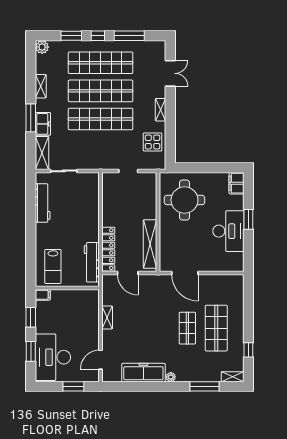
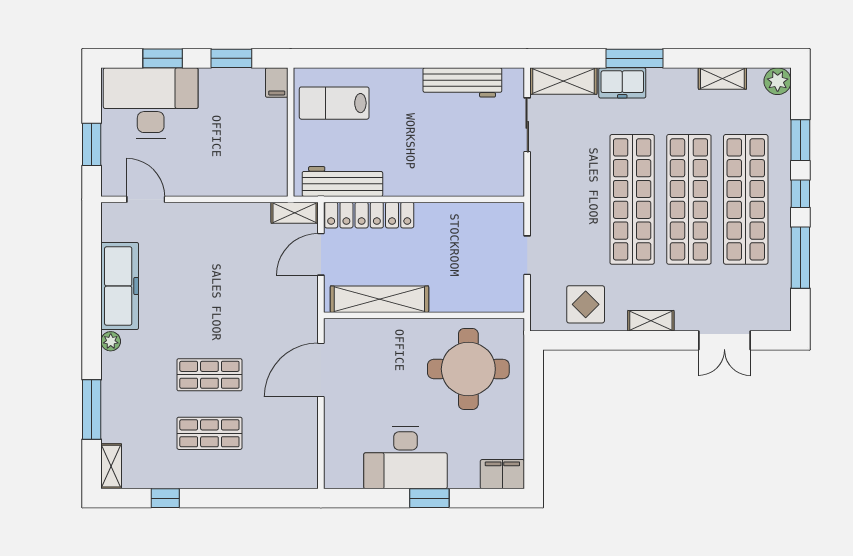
shelving: (41, 86) -> (722, 78), moved
shelving: (107, 317) -> (295, 213), moved
shop shelf: (216, 328) -> (209, 433), width x0.70, depth x0.74

